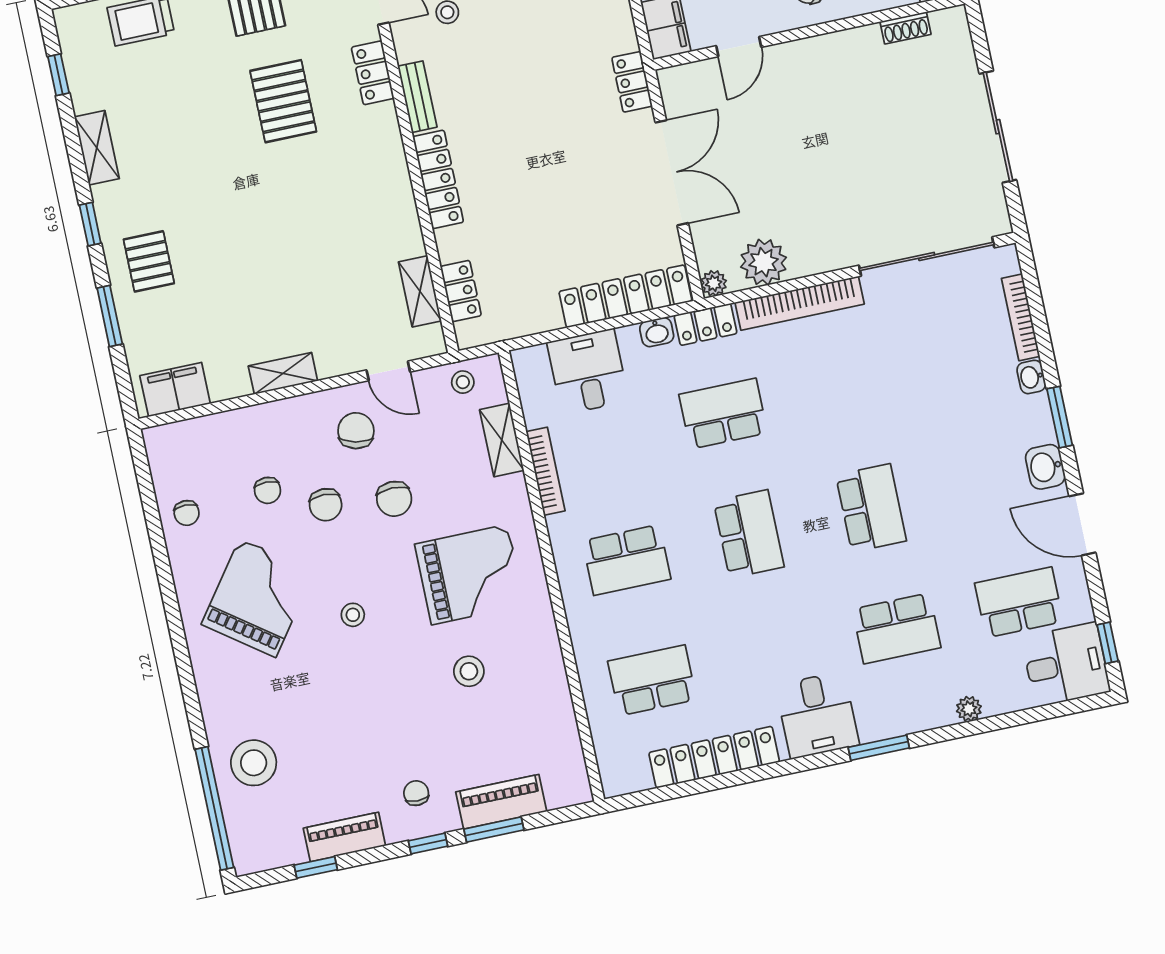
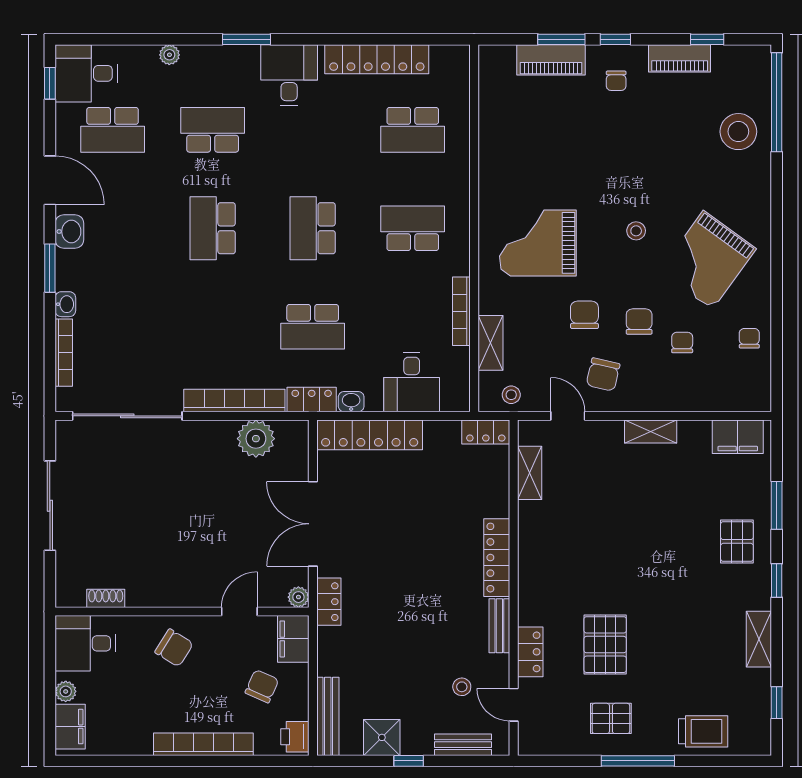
plant: (714, 283) -> (298, 597), moved
locker: (461, 291) -> (486, 432), moved, turned -90
stool: (469, 671) -> (555, 167), removed

